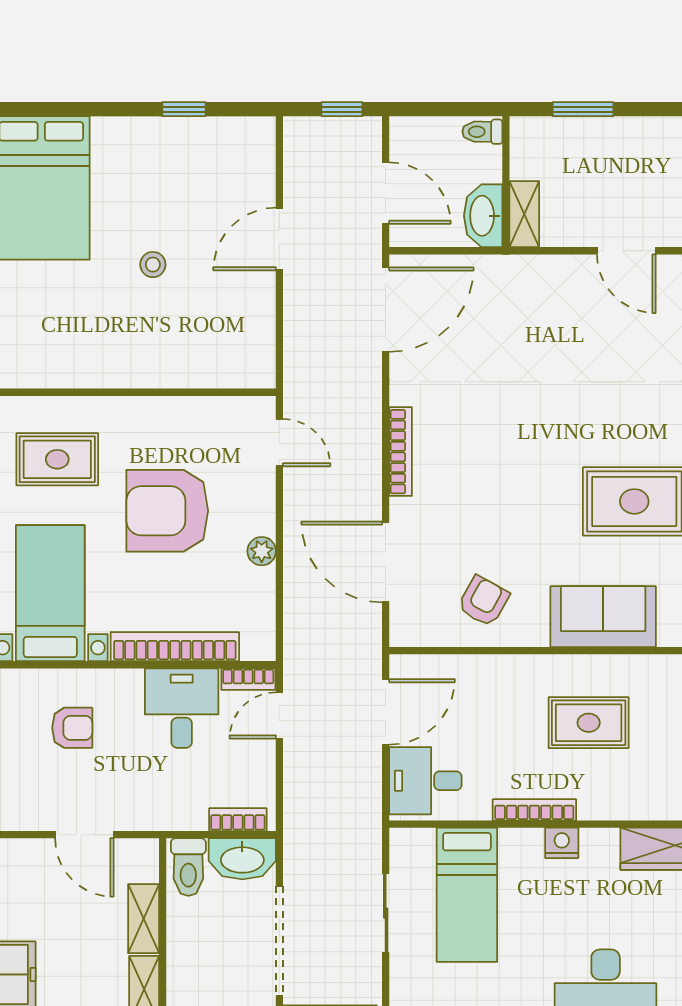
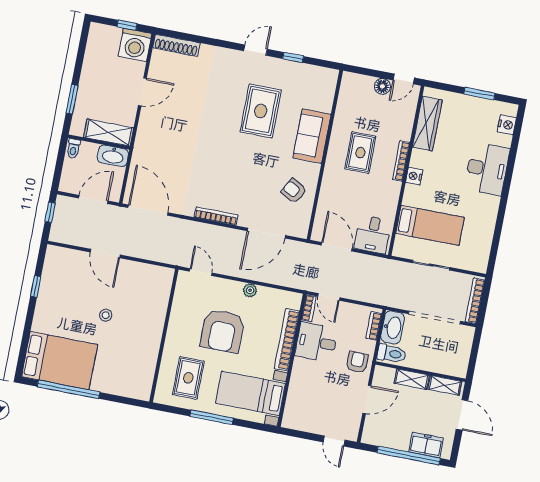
shelving: (524, 214) -> (109, 133), width x1.50, depth x1.33
door: (279, 443) -> (201, 272), hinge flipped
armchair: (72, 728) -> (357, 362), moved
bookcase: (534, 810) -> (401, 161), moved

